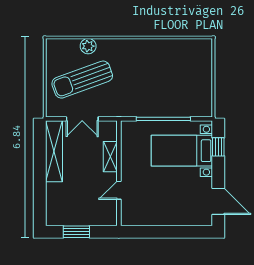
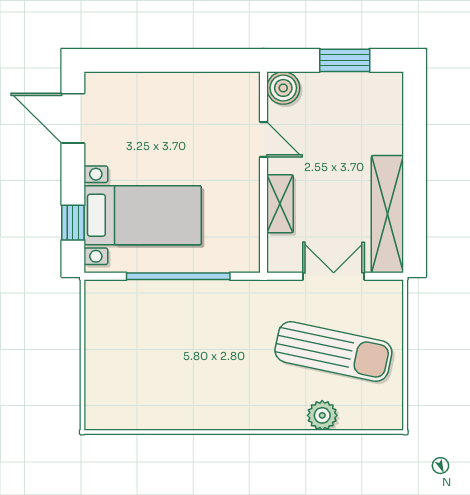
sun lounger: (82, 80) -> (333, 351), turned 32
door: (119, 190) -> (264, 139), hinge flipped
boiler: (108, 217) -> (283, 88), added

